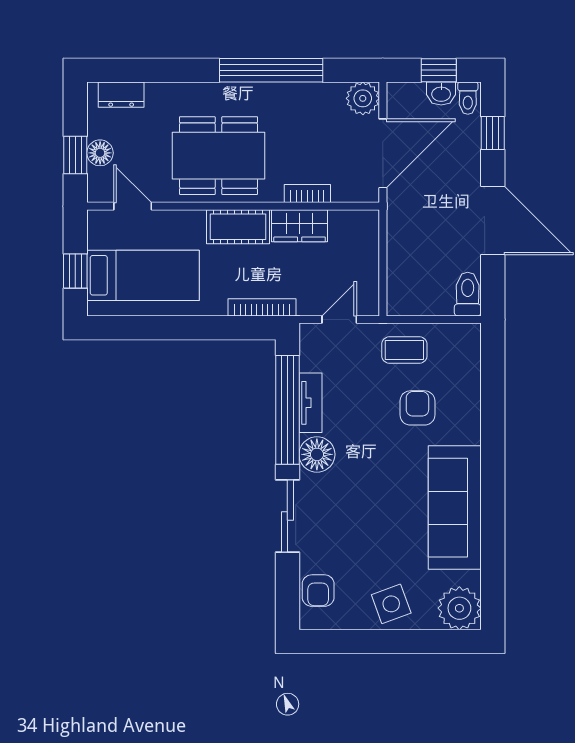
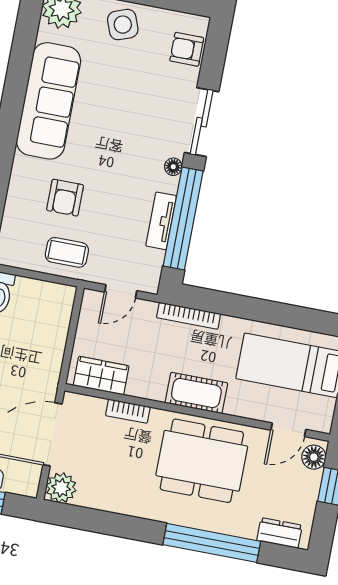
window: (271, 70) -> (212, 543), moved
floor lamp: (100, 153) -> (314, 457), moved
door: (133, 206) -> (288, 430), hinge flipped
wardrobe: (300, 226) -> (101, 376), moved
floor lamp: (317, 454) -> (173, 167), width x0.53, depth x0.53
armchair: (318, 591) -> (187, 49), turned -90

